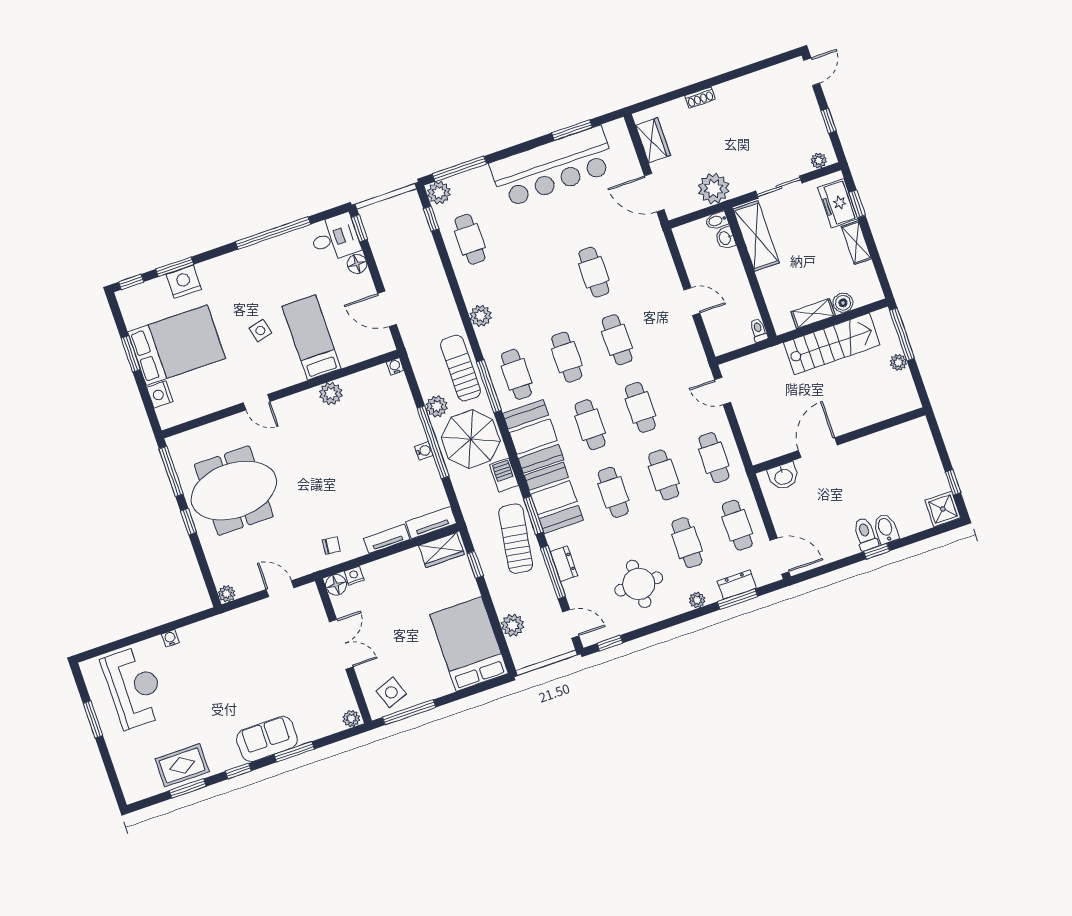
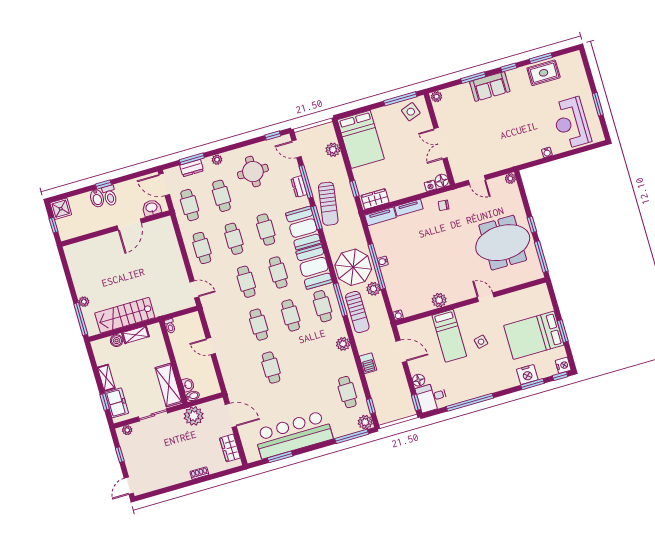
nightstand: (160, 394) -> (563, 365), moved
wall: (839, 440) -> (116, 228), moved
door: (818, 448) -> (129, 225), moved
barbecue: (504, 475) -> (368, 363), moved
washbasin: (783, 476) -> (152, 208), moved

